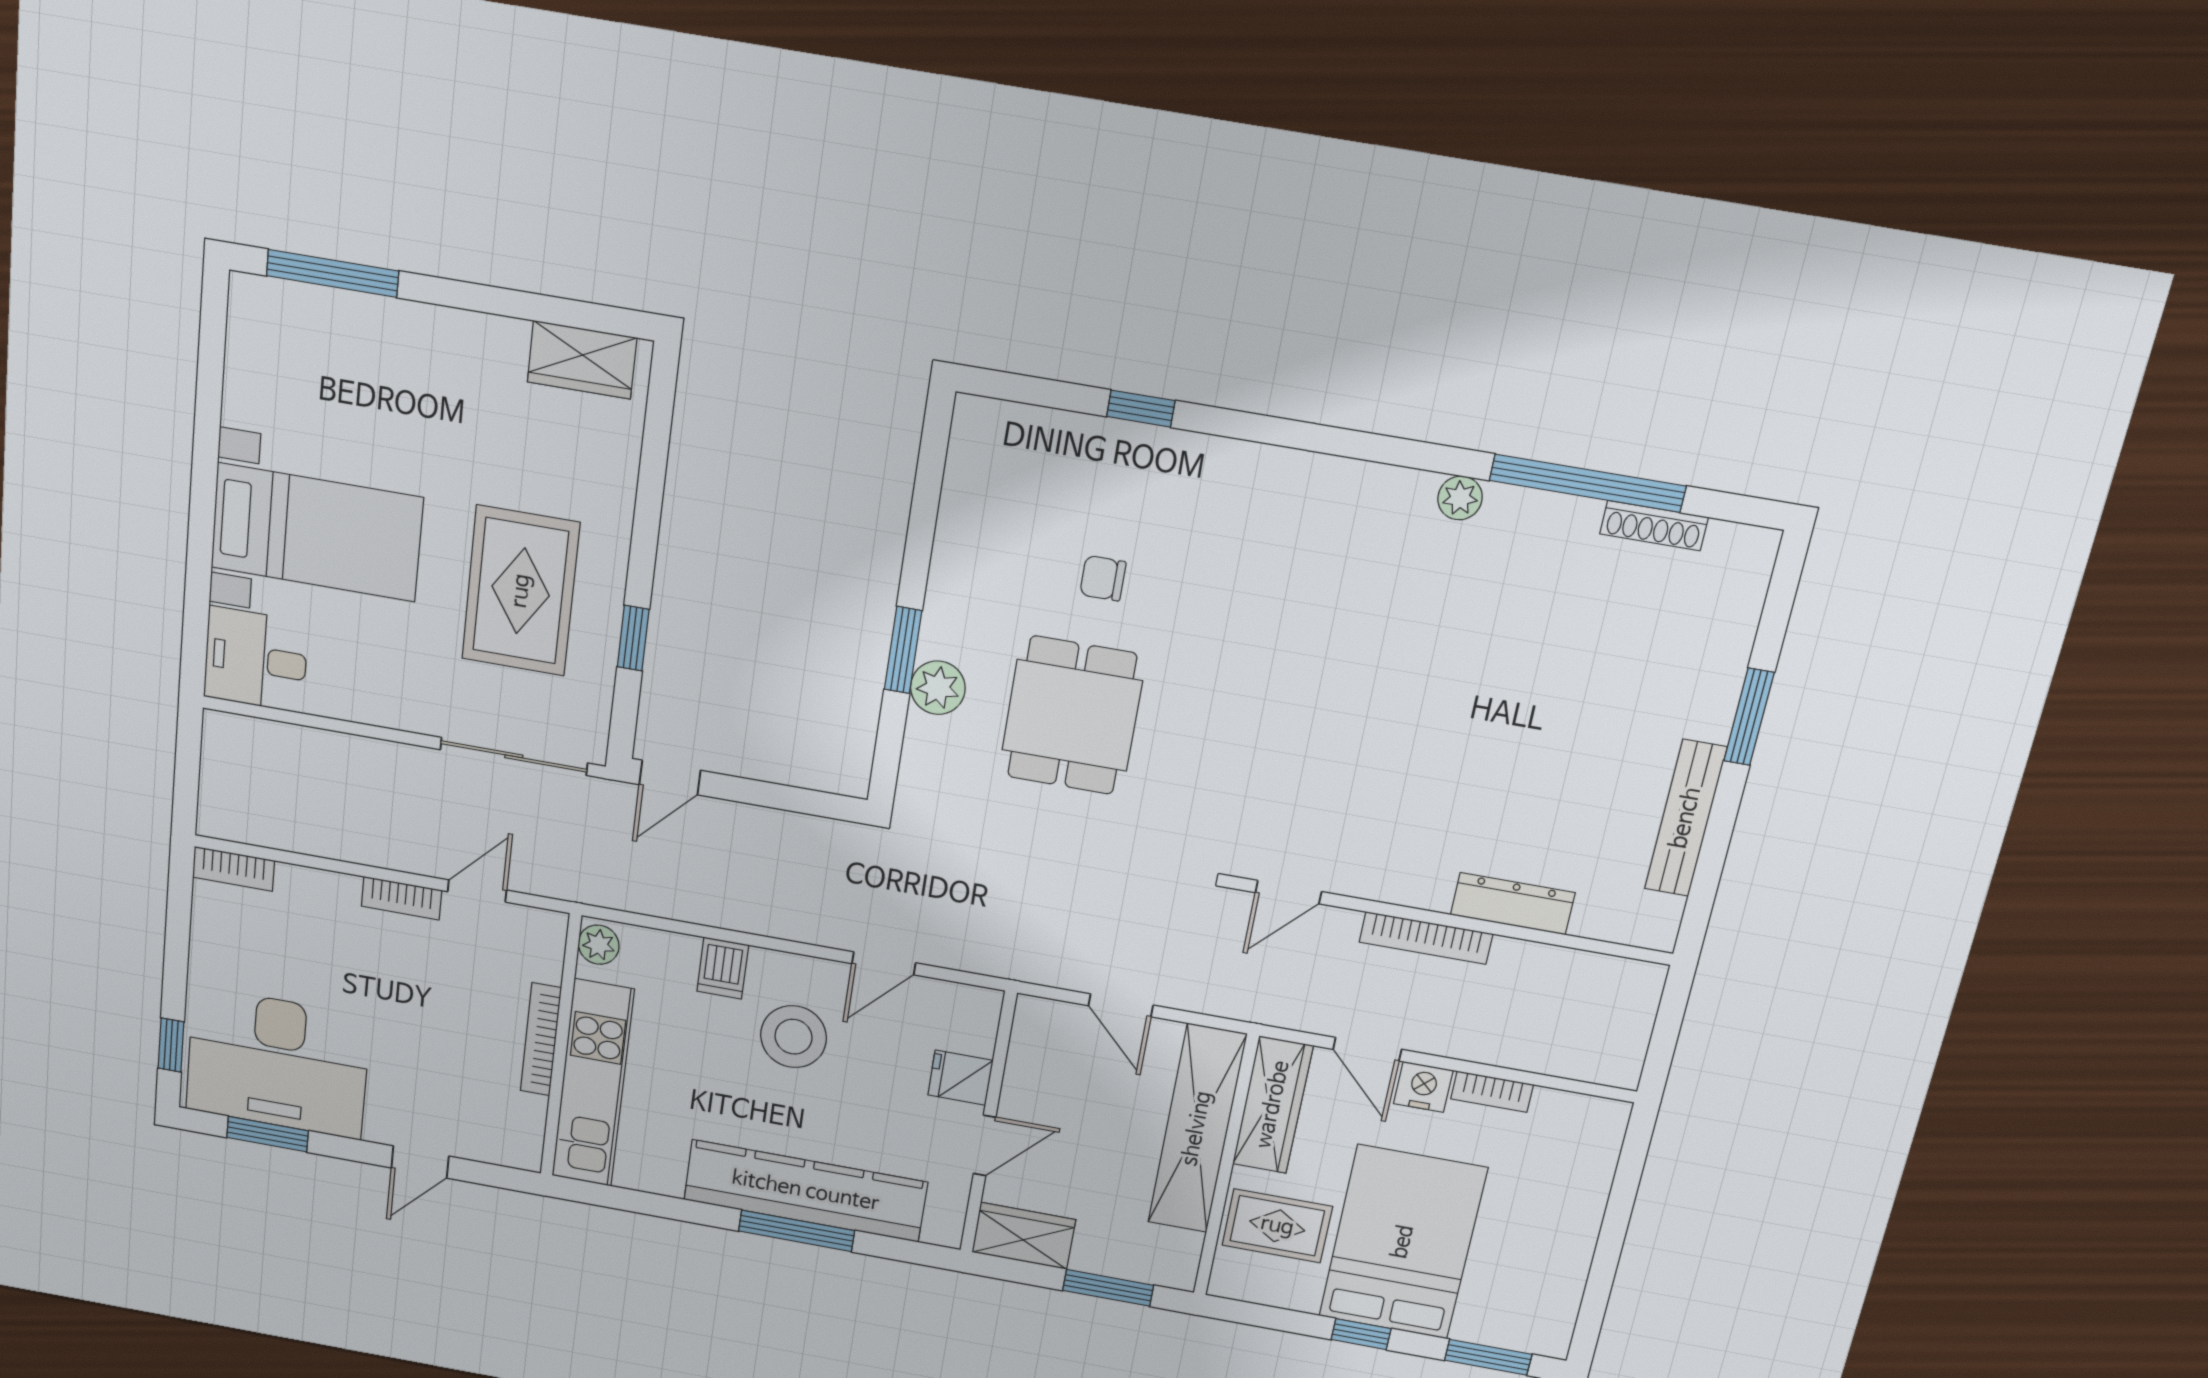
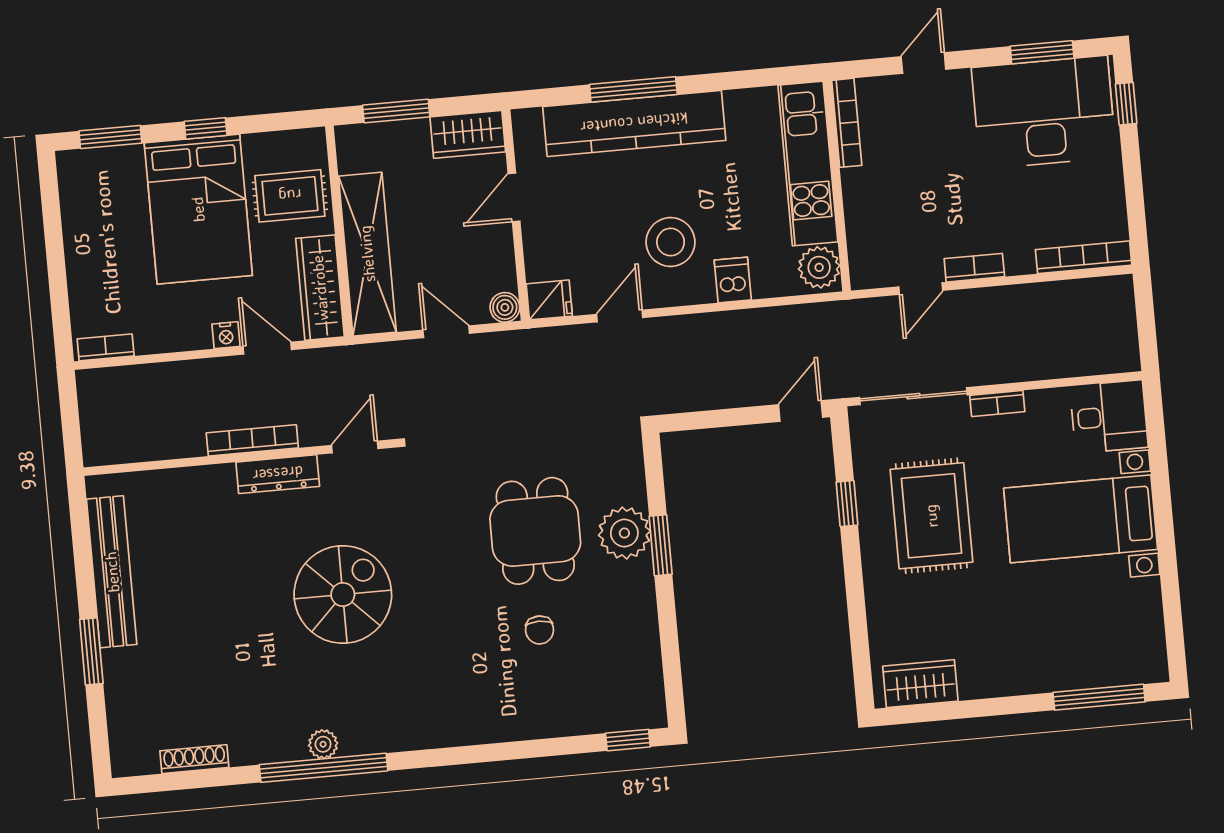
window: (1141, 409) -> (628, 740), moved
window: (1587, 483) -> (324, 768), moved
chair: (1103, 578) -> (540, 630), turned 90
plant: (938, 688) -> (624, 533), width x1.36, depth x1.36
spiral stairs: (1366, 701) -> (343, 594), added
bookcase: (403, 717) -> (997, 403), added
bench: (1686, 818) -> (112, 572), width x1.37, depth x1.21
bookcase: (234, 869) -> (1084, 257), width x1.56
dresser: (1513, 904) -> (278, 474), moved
plant: (599, 945) -> (819, 267), width x1.38, depth x1.38
boiler: (1034, 1015) -> (505, 307), added
bookcase: (541, 1039) -> (847, 123), moved
fridge: (960, 1078) -> (549, 300), moved
nightstand: (1423, 1087) -> (226, 335), width x0.72, depth x0.74
bookcase: (1492, 1092) -> (106, 347), moved

